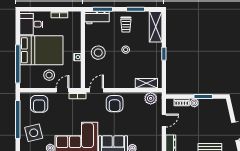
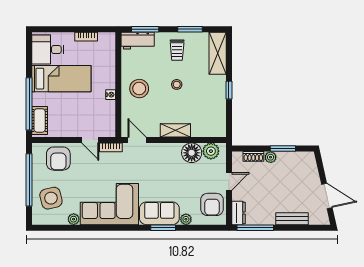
bed: (41, 50) -> (61, 79), width x0.67
stool: (49, 75) -> (72, 119), removed
cot: (25, 76) -> (40, 120), added
shelving: (146, 83) -> (175, 130), moved
door: (62, 90) -> (90, 140), swing flipped
door: (97, 90) -> (137, 140), hinge flipped
floor lamp: (137, 100) -> (192, 153), added
armchair: (115, 104) -> (212, 204), moved

